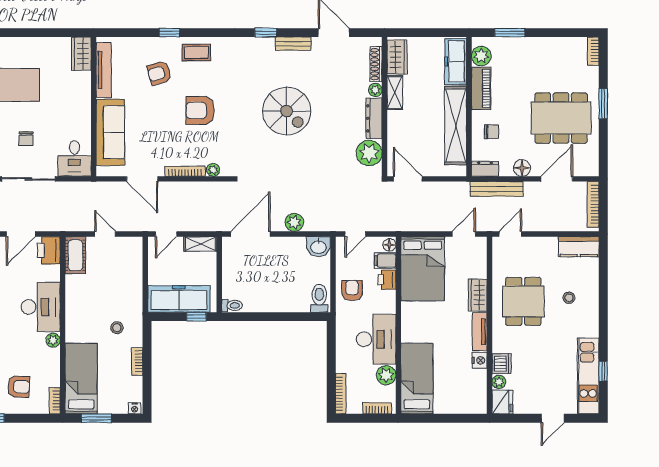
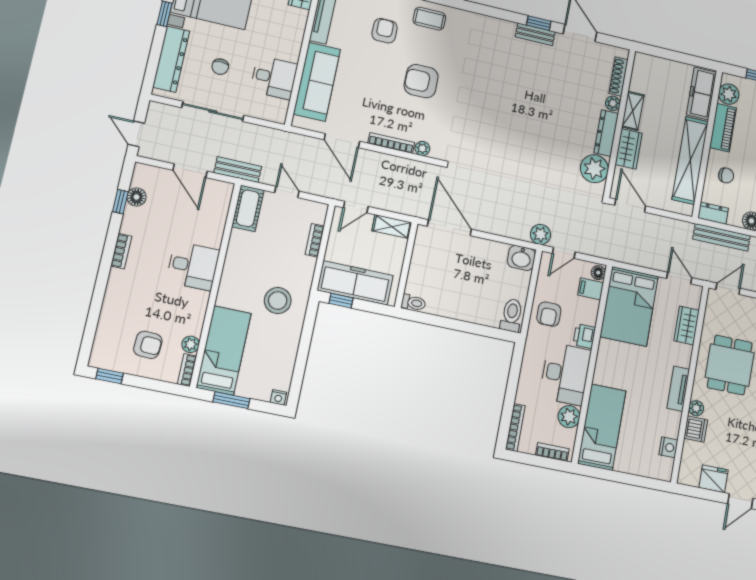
window: (266, 33) -> (539, 23), moved
wardrobe: (397, 57) -> (629, 149), moved
armchair: (159, 73) -> (385, 31), turned 106
spiral stairs: (287, 111) -> (515, 104), removed
desk: (74, 158) -> (274, 78), moved, turned -90
plant: (294, 222) -> (540, 234), moved
bench: (60, 224) -> (238, 170), added
door: (21, 234) -> (190, 171), hinge flipped
door: (250, 234) -> (449, 228), hinge flipped
door: (464, 234) -> (679, 278), hinge flipped
printer: (49, 250) -> (218, 196), removed
printer: (387, 280) -> (584, 336), moved
armchair: (352, 290) -> (549, 314), turned 180
wardrobe: (478, 295) -> (687, 325), moved
desk: (41, 307) -> (193, 266), width x0.73
window: (196, 317) -> (341, 301), moved
stool: (117, 328) -> (278, 301), width x1.89, depth x1.89
plant: (53, 340) -> (190, 344), moved
nightstand: (480, 360) -> (668, 447), moved
bookcase: (137, 361) -> (315, 240), moved
plant: (499, 382) -> (696, 408), moved
fridge: (502, 402) -> (714, 479), moved, turned -90

